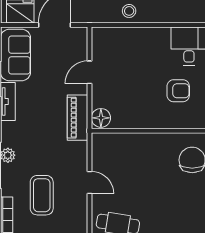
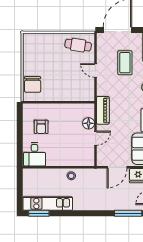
armchair: (178, 91) -> (41, 127), turned -90
floor lamp: (101, 118) -> (89, 123), moved

